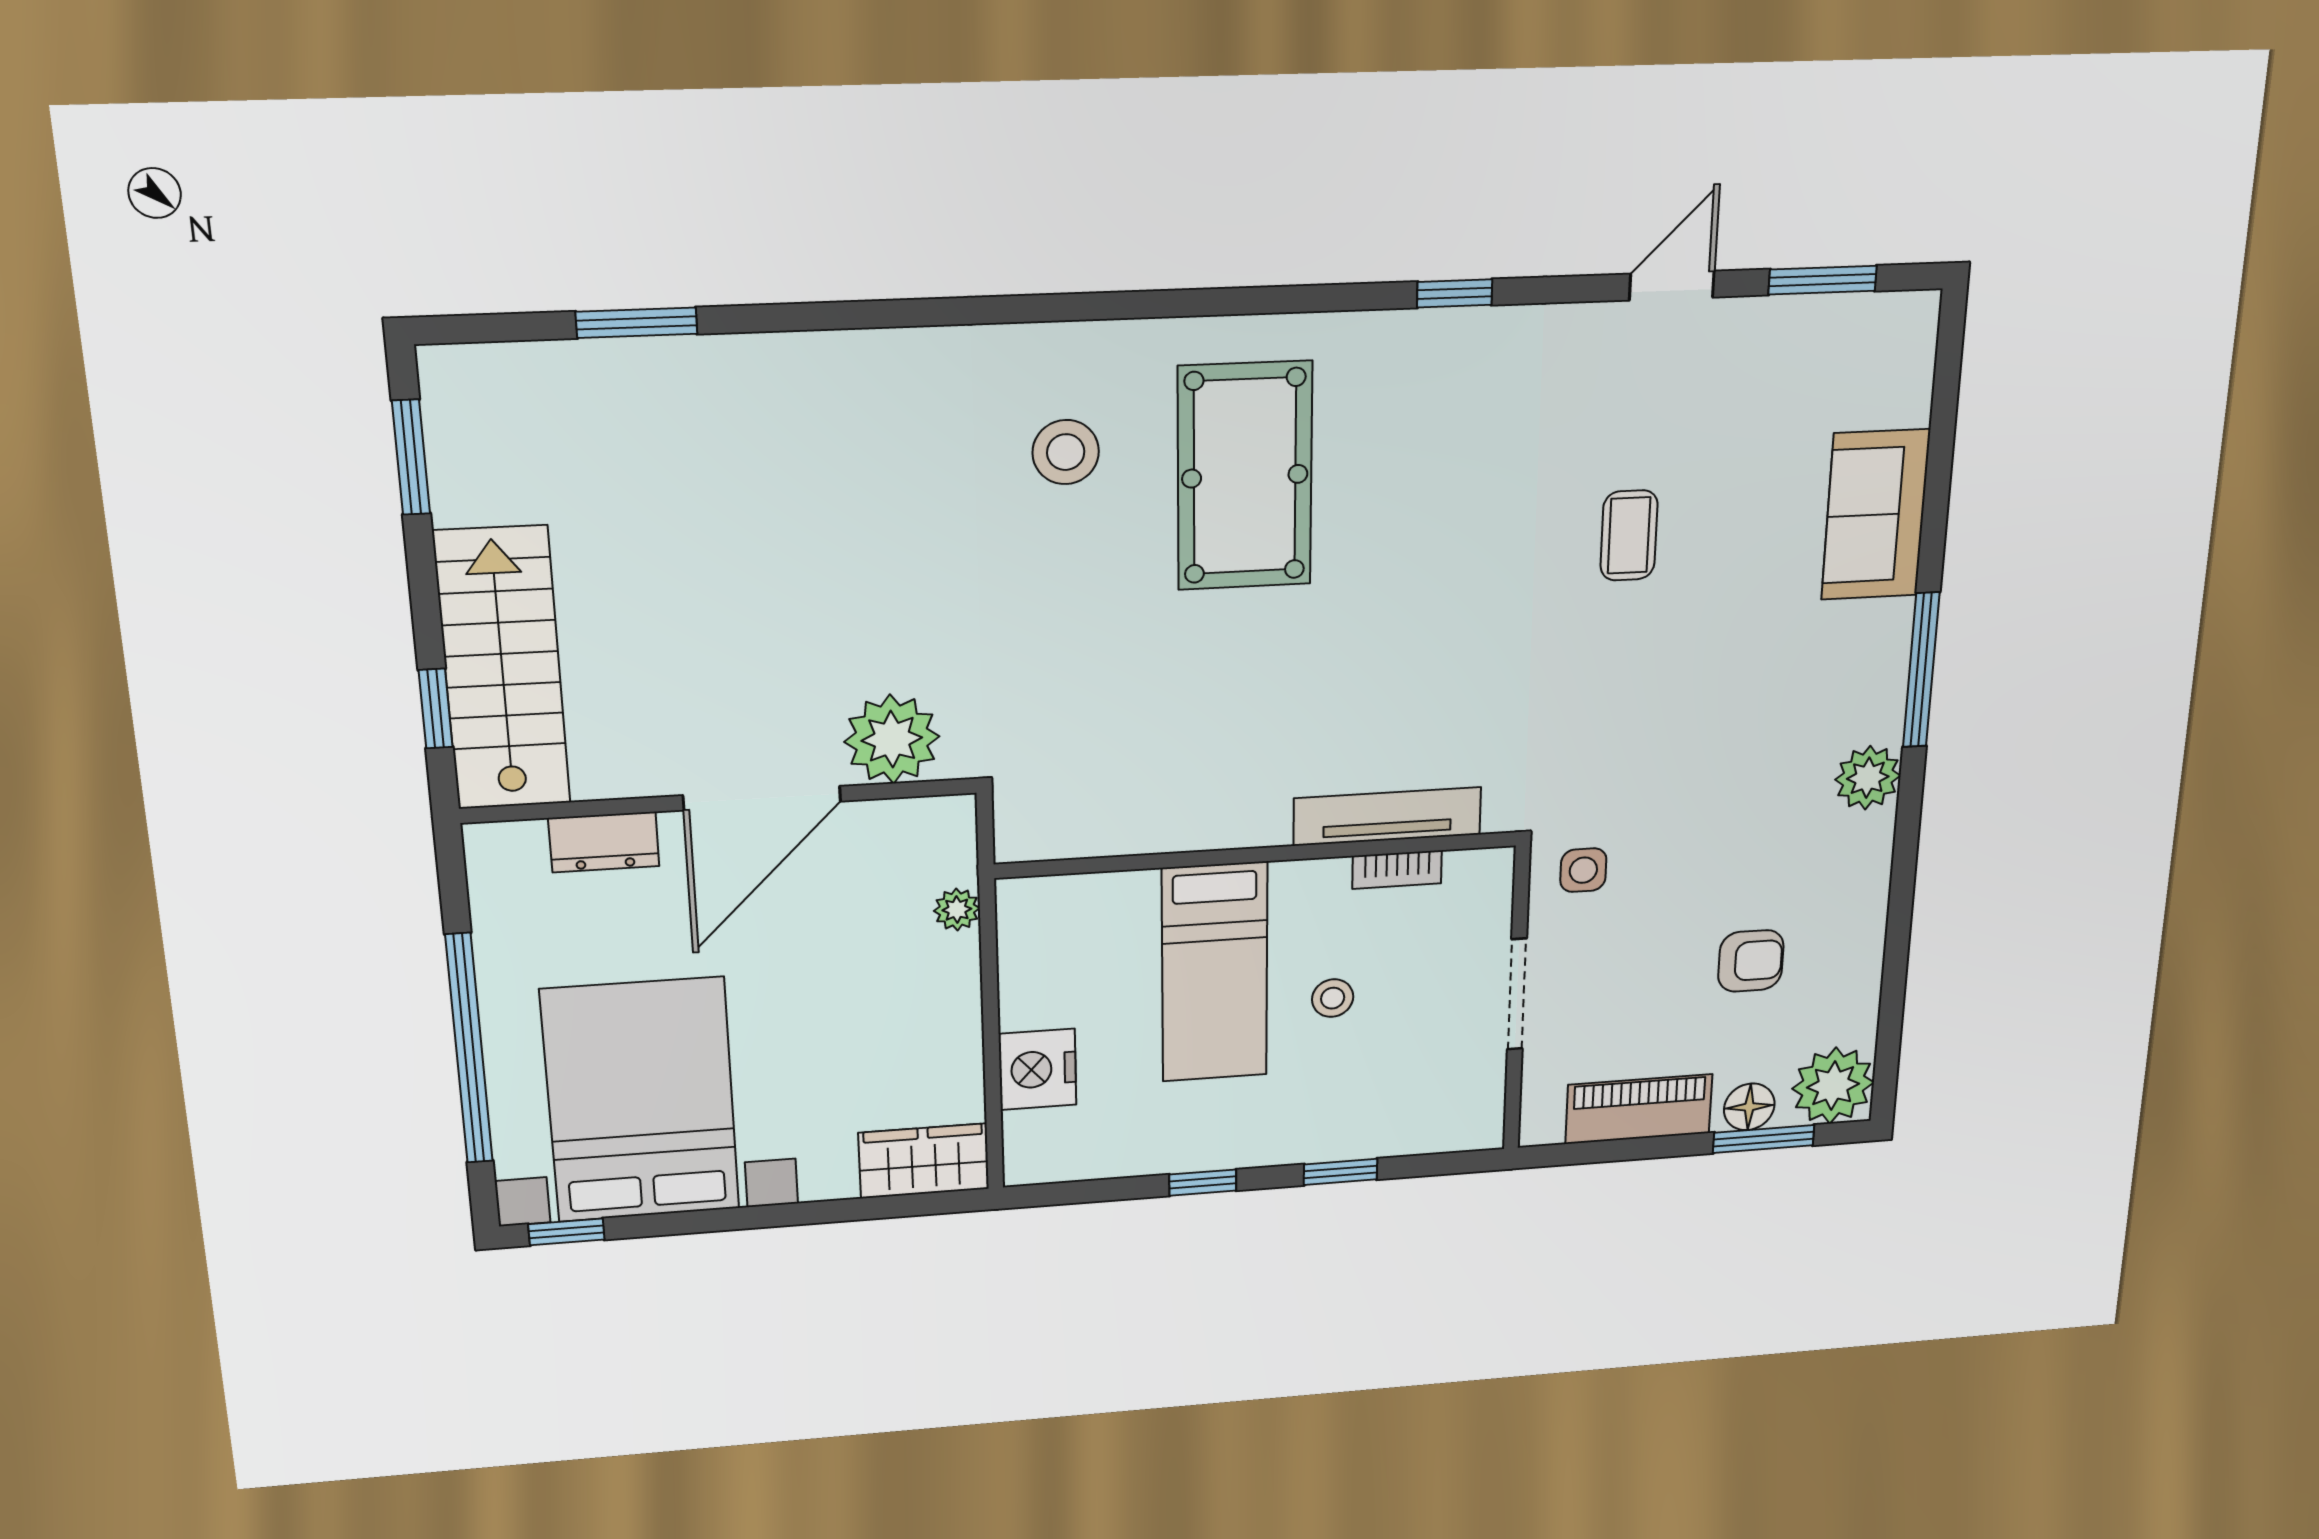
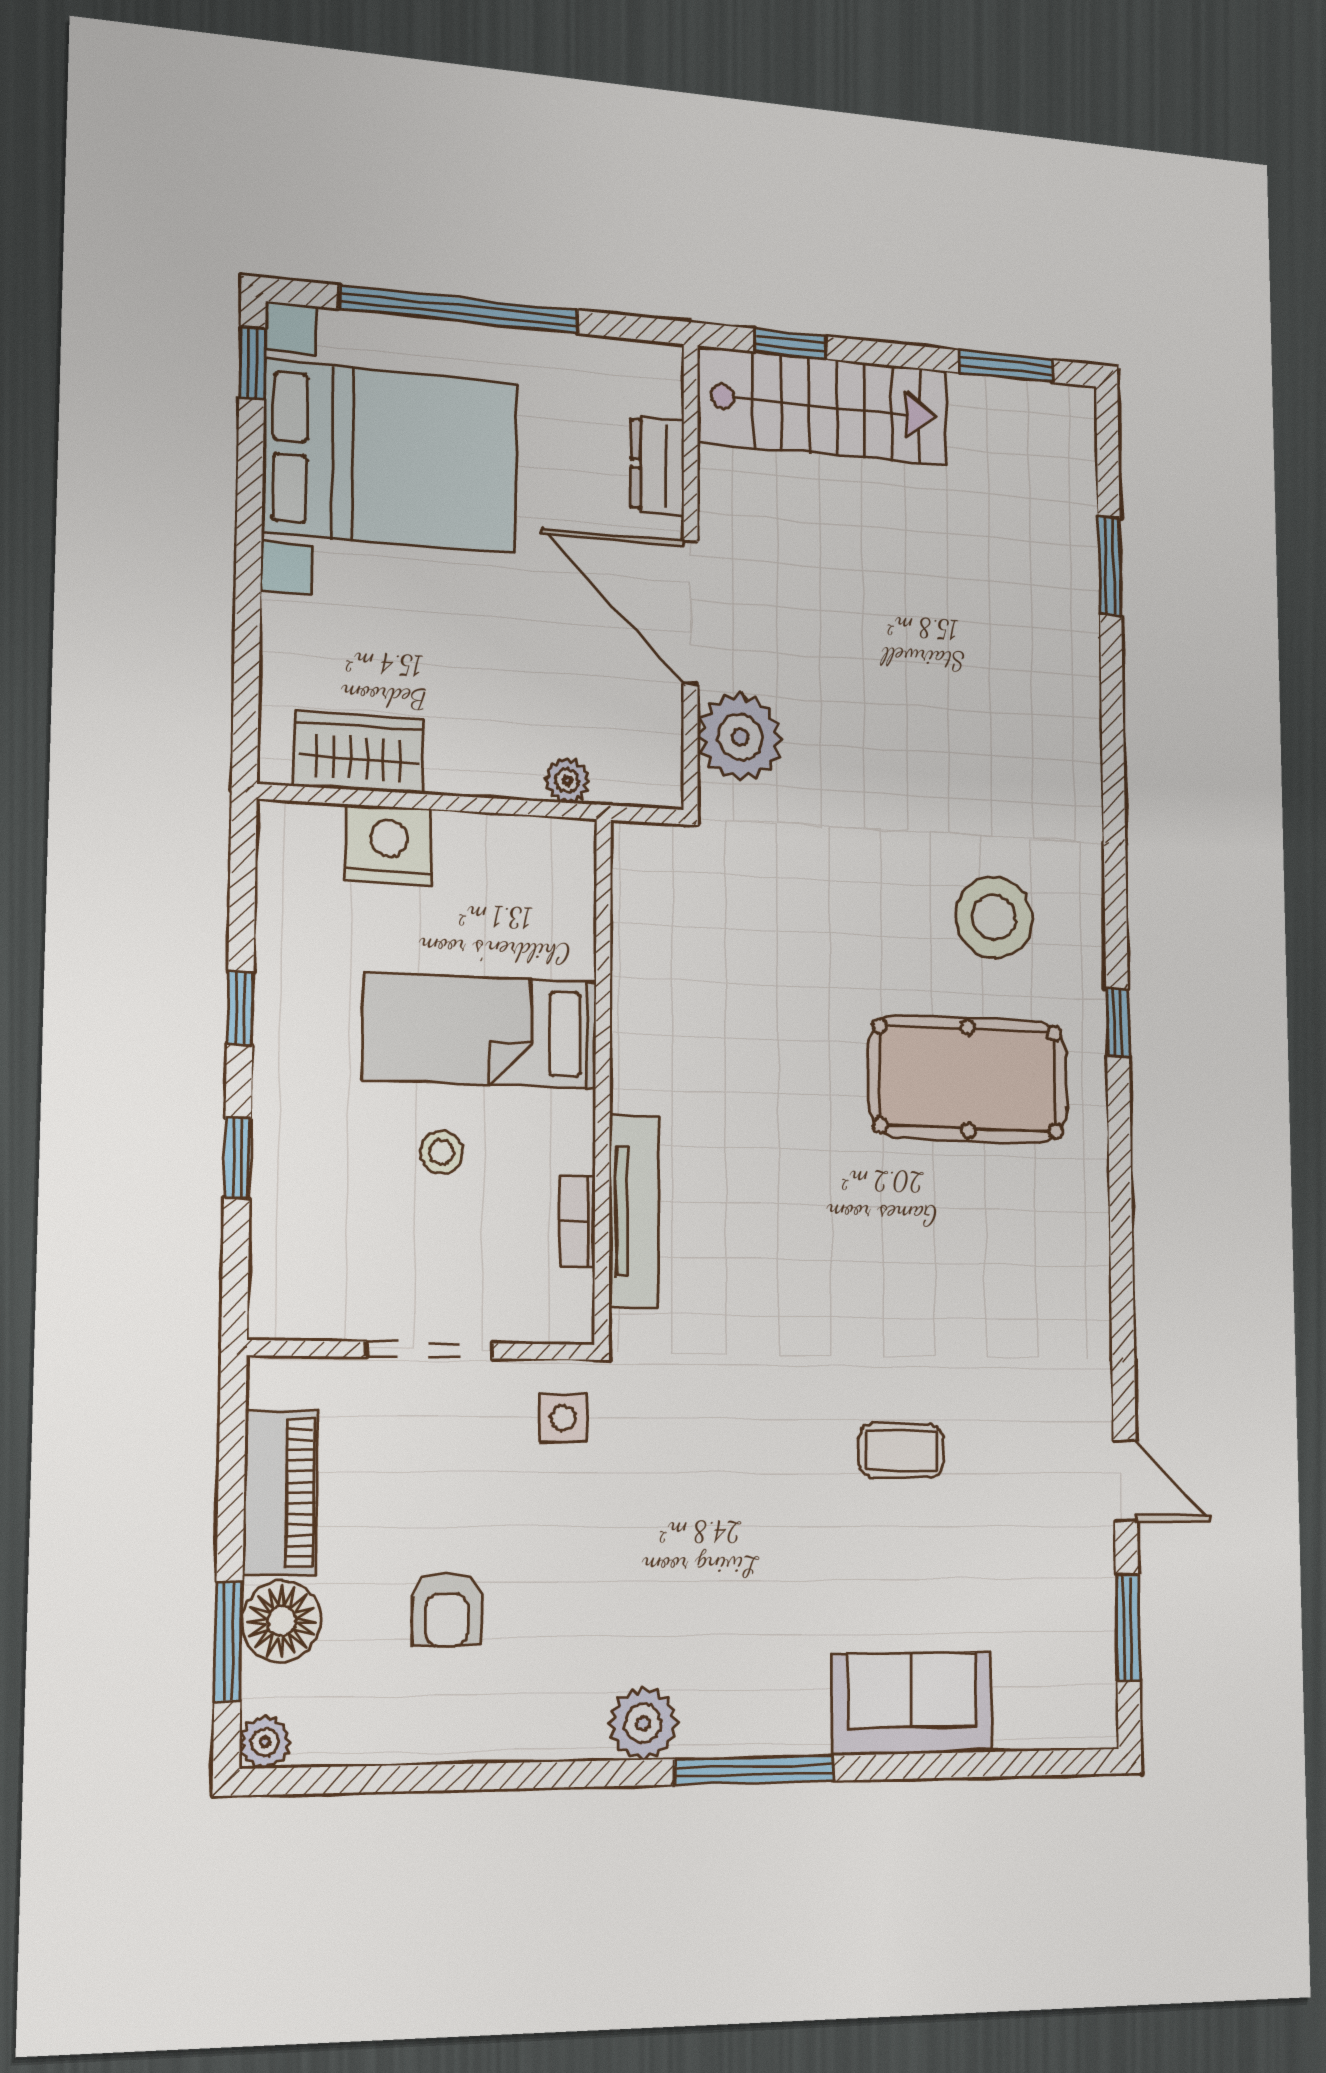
window: (1455, 293) -> (1118, 1023), moved
stool: (1066, 452) -> (994, 917), width x1.38, depth x1.38
plant: (1833, 1086) -> (265, 1742), width x0.53, depth x0.53
floor lamp: (1749, 1107) -> (282, 1621), width x1.38, depth x1.38
wardrobe: (924, 1161) -> (359, 753), moved, turned -90

